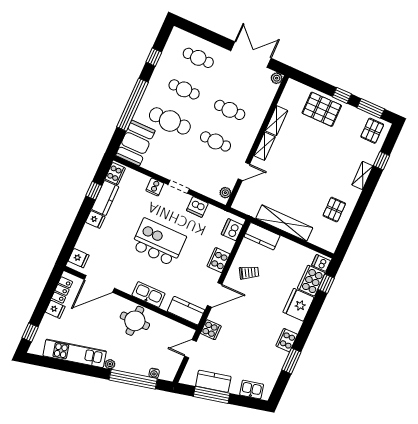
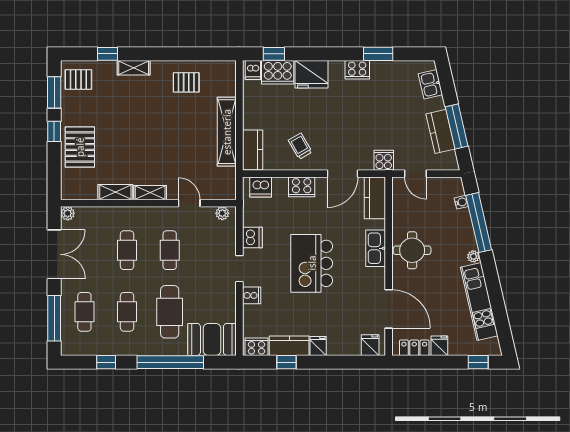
window: (204, 33) -> (54, 318), added
double door: (251, 55) -> (54, 254), swing flipped
door: (215, 295) -> (343, 174), swing flipped

